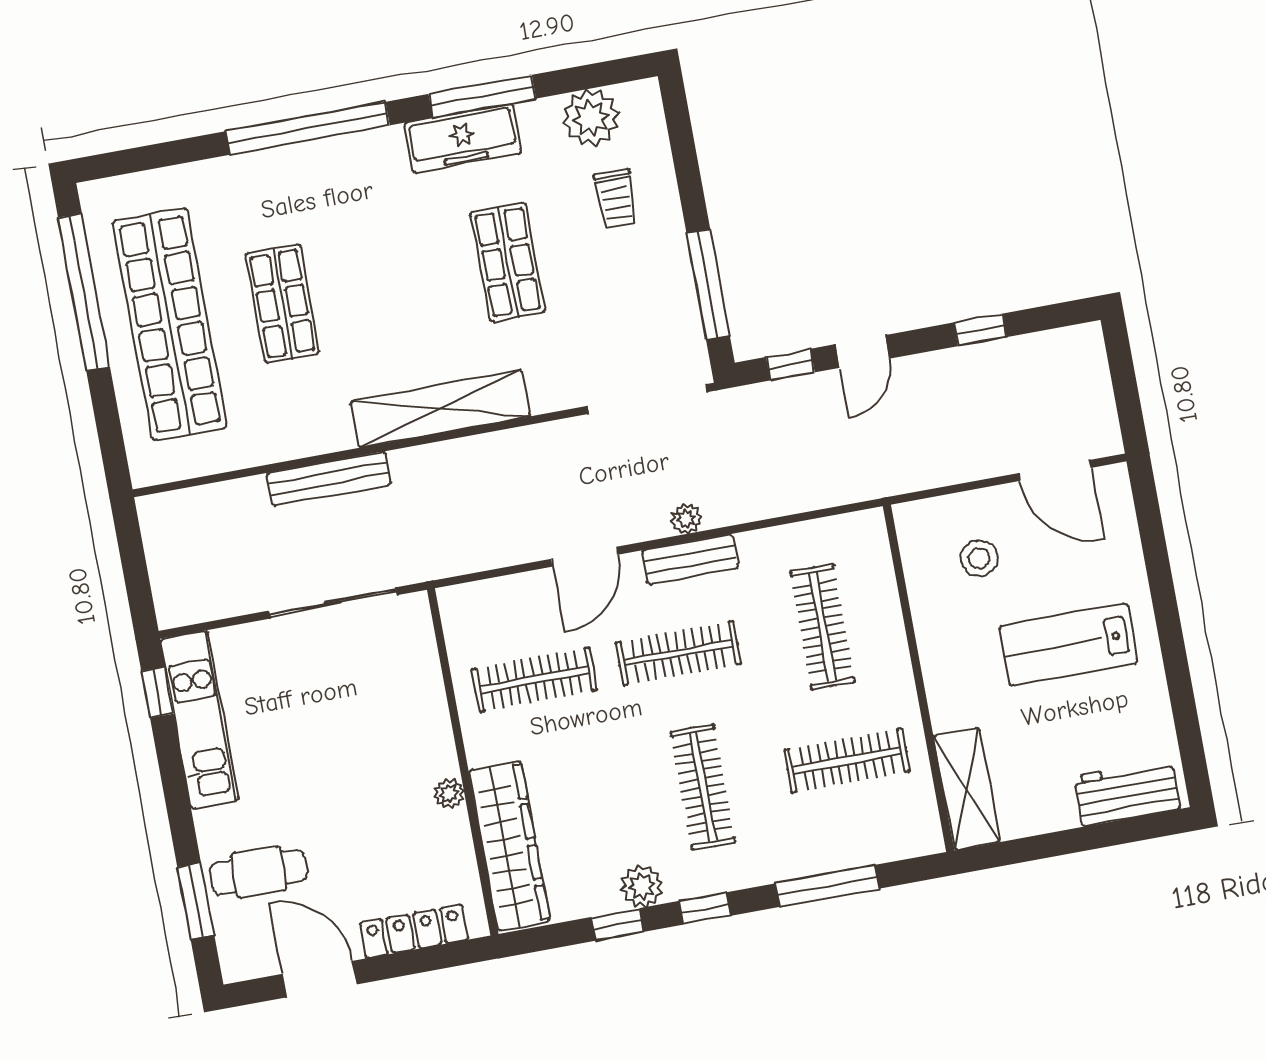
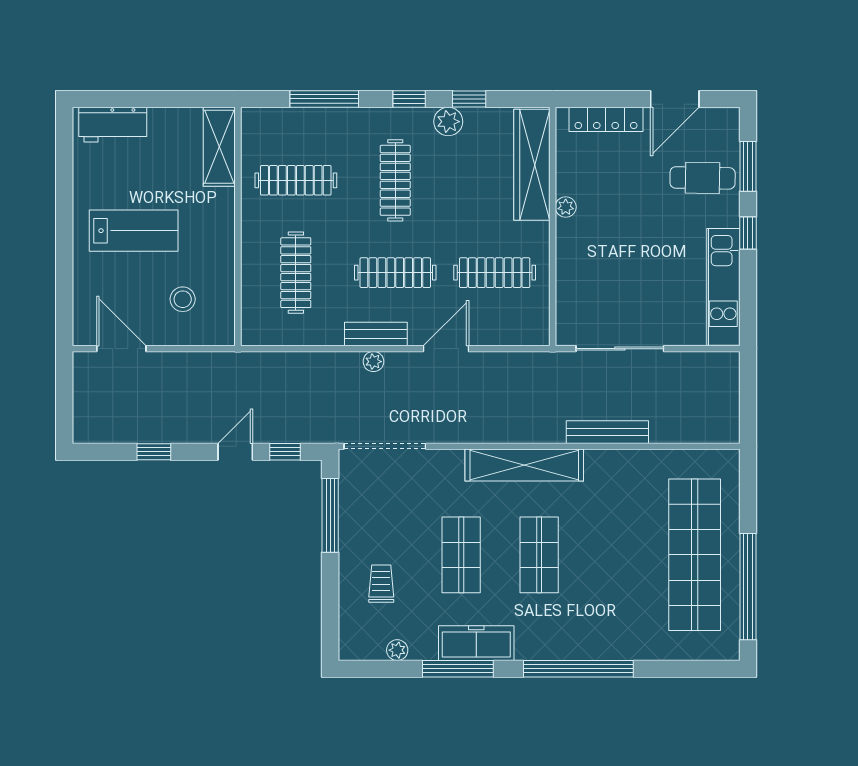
plant: (591, 118) -> (397, 650), width x0.53, depth x0.53
shop shelf: (282, 304) -> (539, 555), moved
window: (158, 692) -> (748, 233), moved
door: (320, 979) -> (675, 99), hinge flipped

